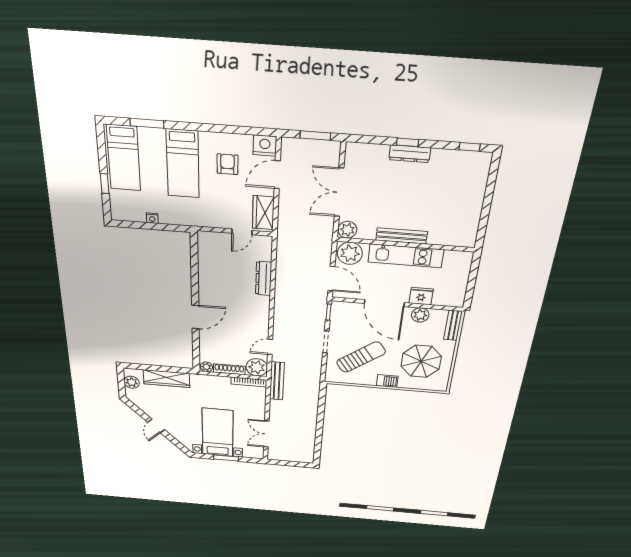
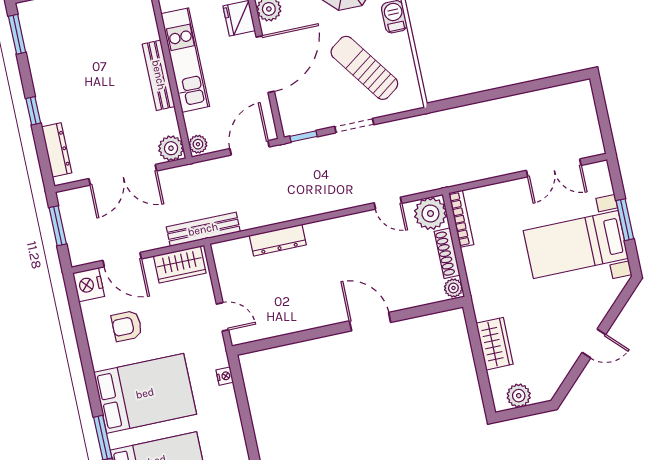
window: (470, 147) -> (17, 34), width x1.50
dresser: (410, 154) -> (57, 150), moved
bed: (183, 164) -> (145, 393), width x1.50
nightstand: (152, 218) -> (225, 376), moved
door: (242, 232) -> (222, 317), moved
plant: (350, 253) -> (198, 144), width x0.53, depth x0.53
wardrobe: (167, 379) -> (495, 344), width x0.67
bench: (277, 381) -> (203, 229), moved

